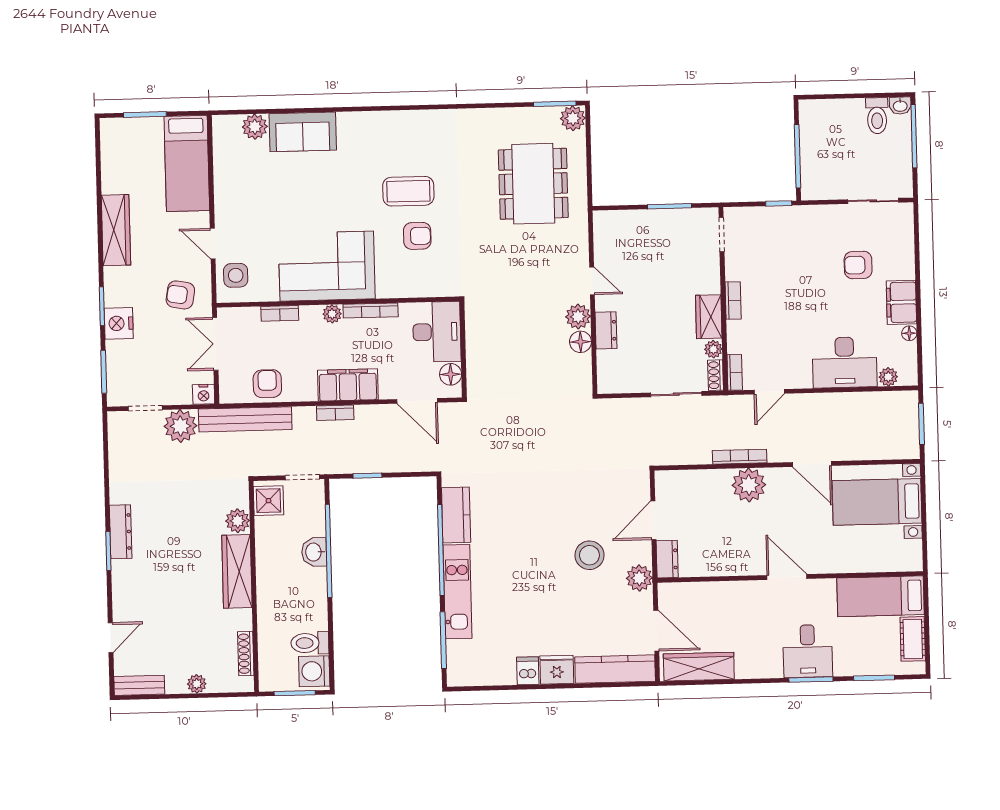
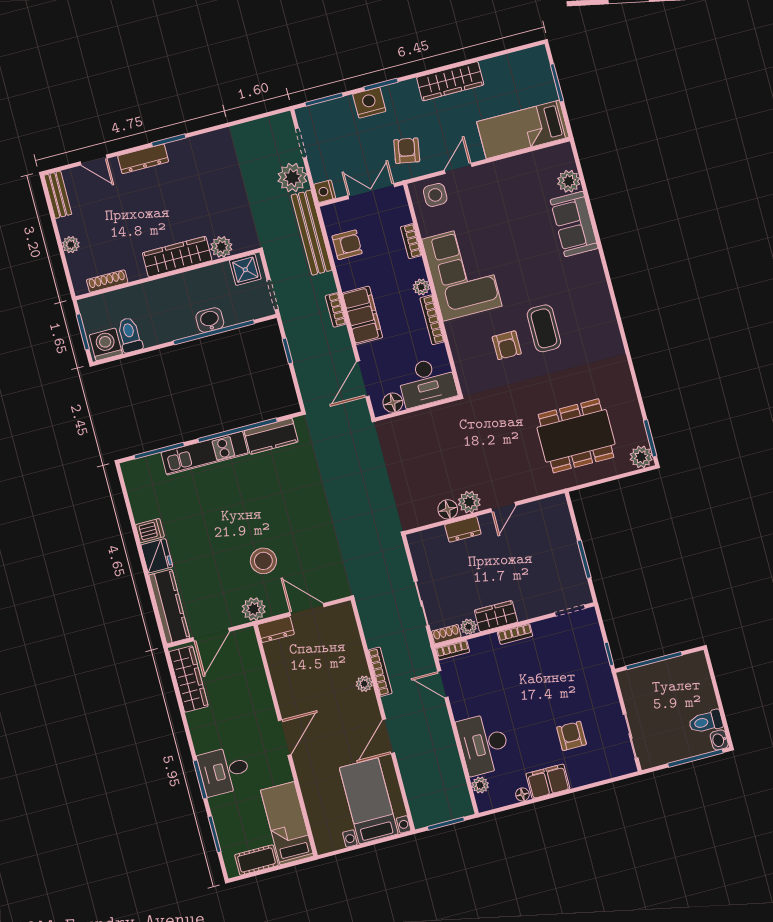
plant: (749, 485) -> (364, 684), width x0.53, depth x0.53
dresser: (121, 532) -> (143, 159), moved

